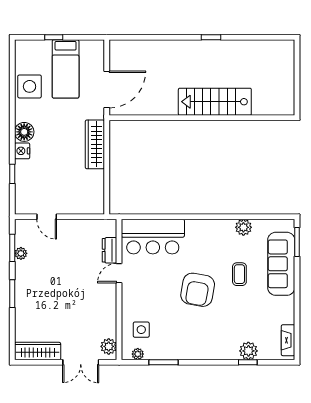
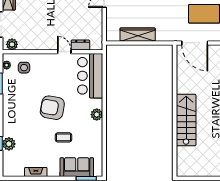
wardrobe: (95, 144) -> (138, 35), moved
plant: (243, 227) -> (97, 115), moved
sofa: (281, 264) -> (77, 167), width x0.73
fireplace: (288, 340) -> (36, 172), moved

